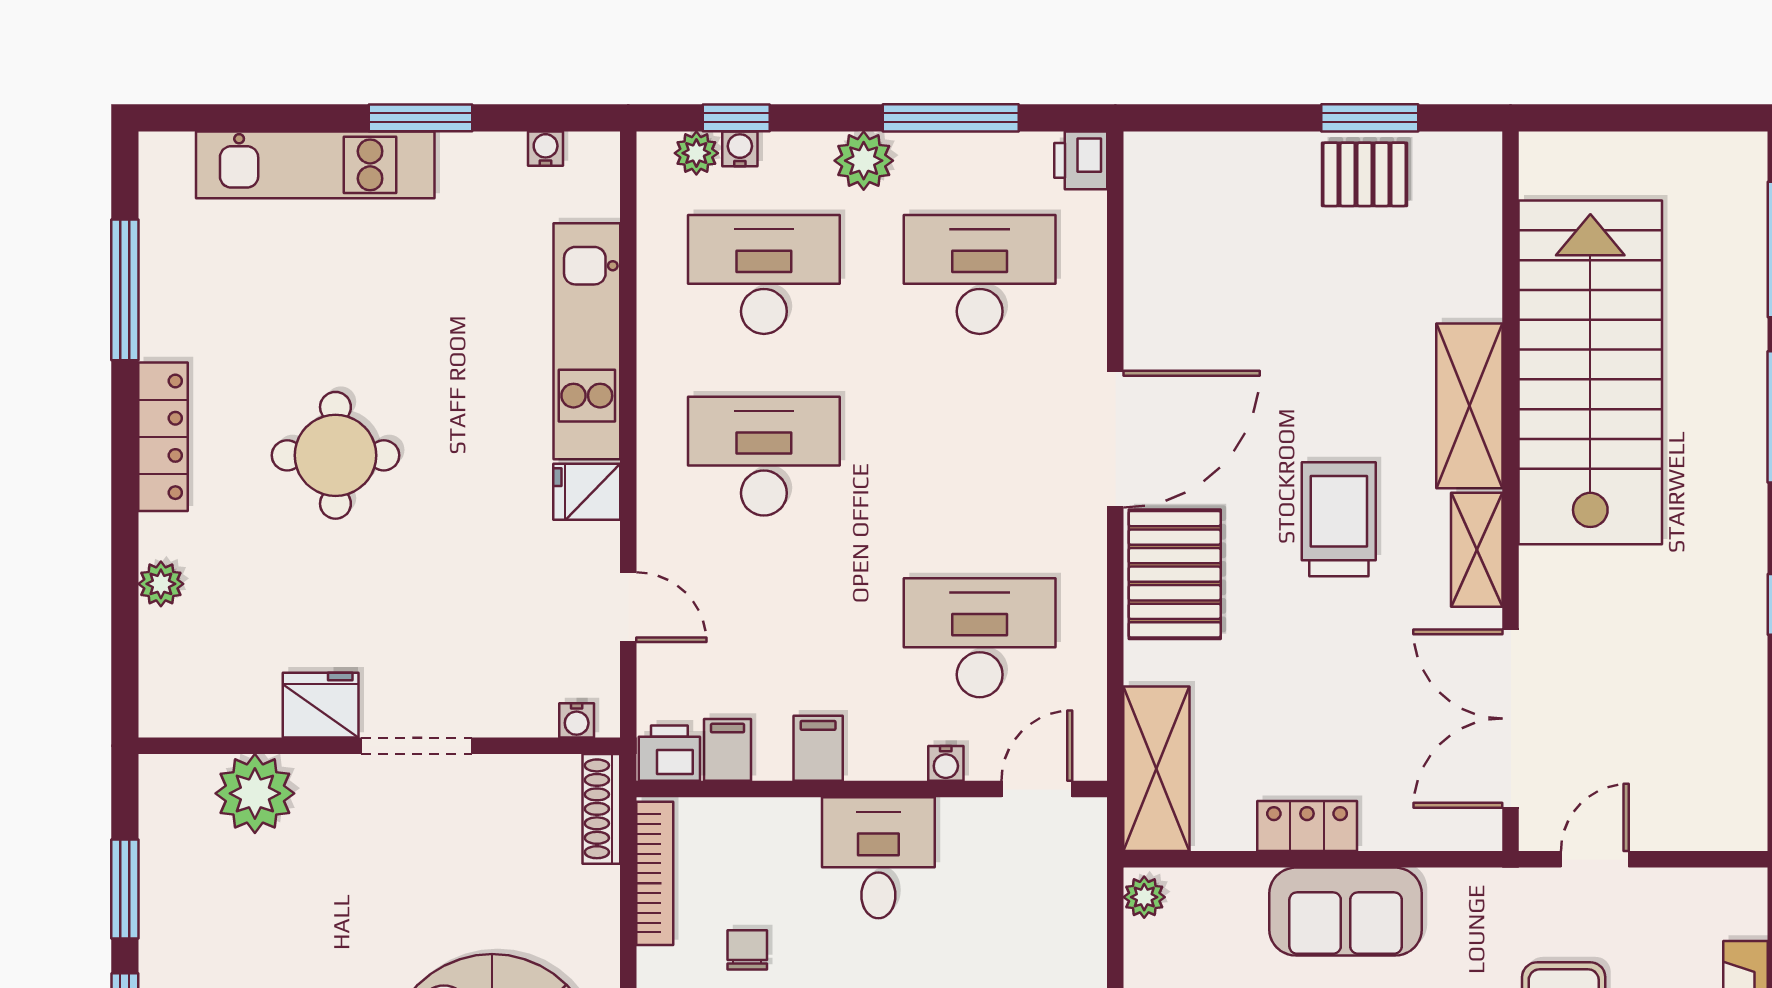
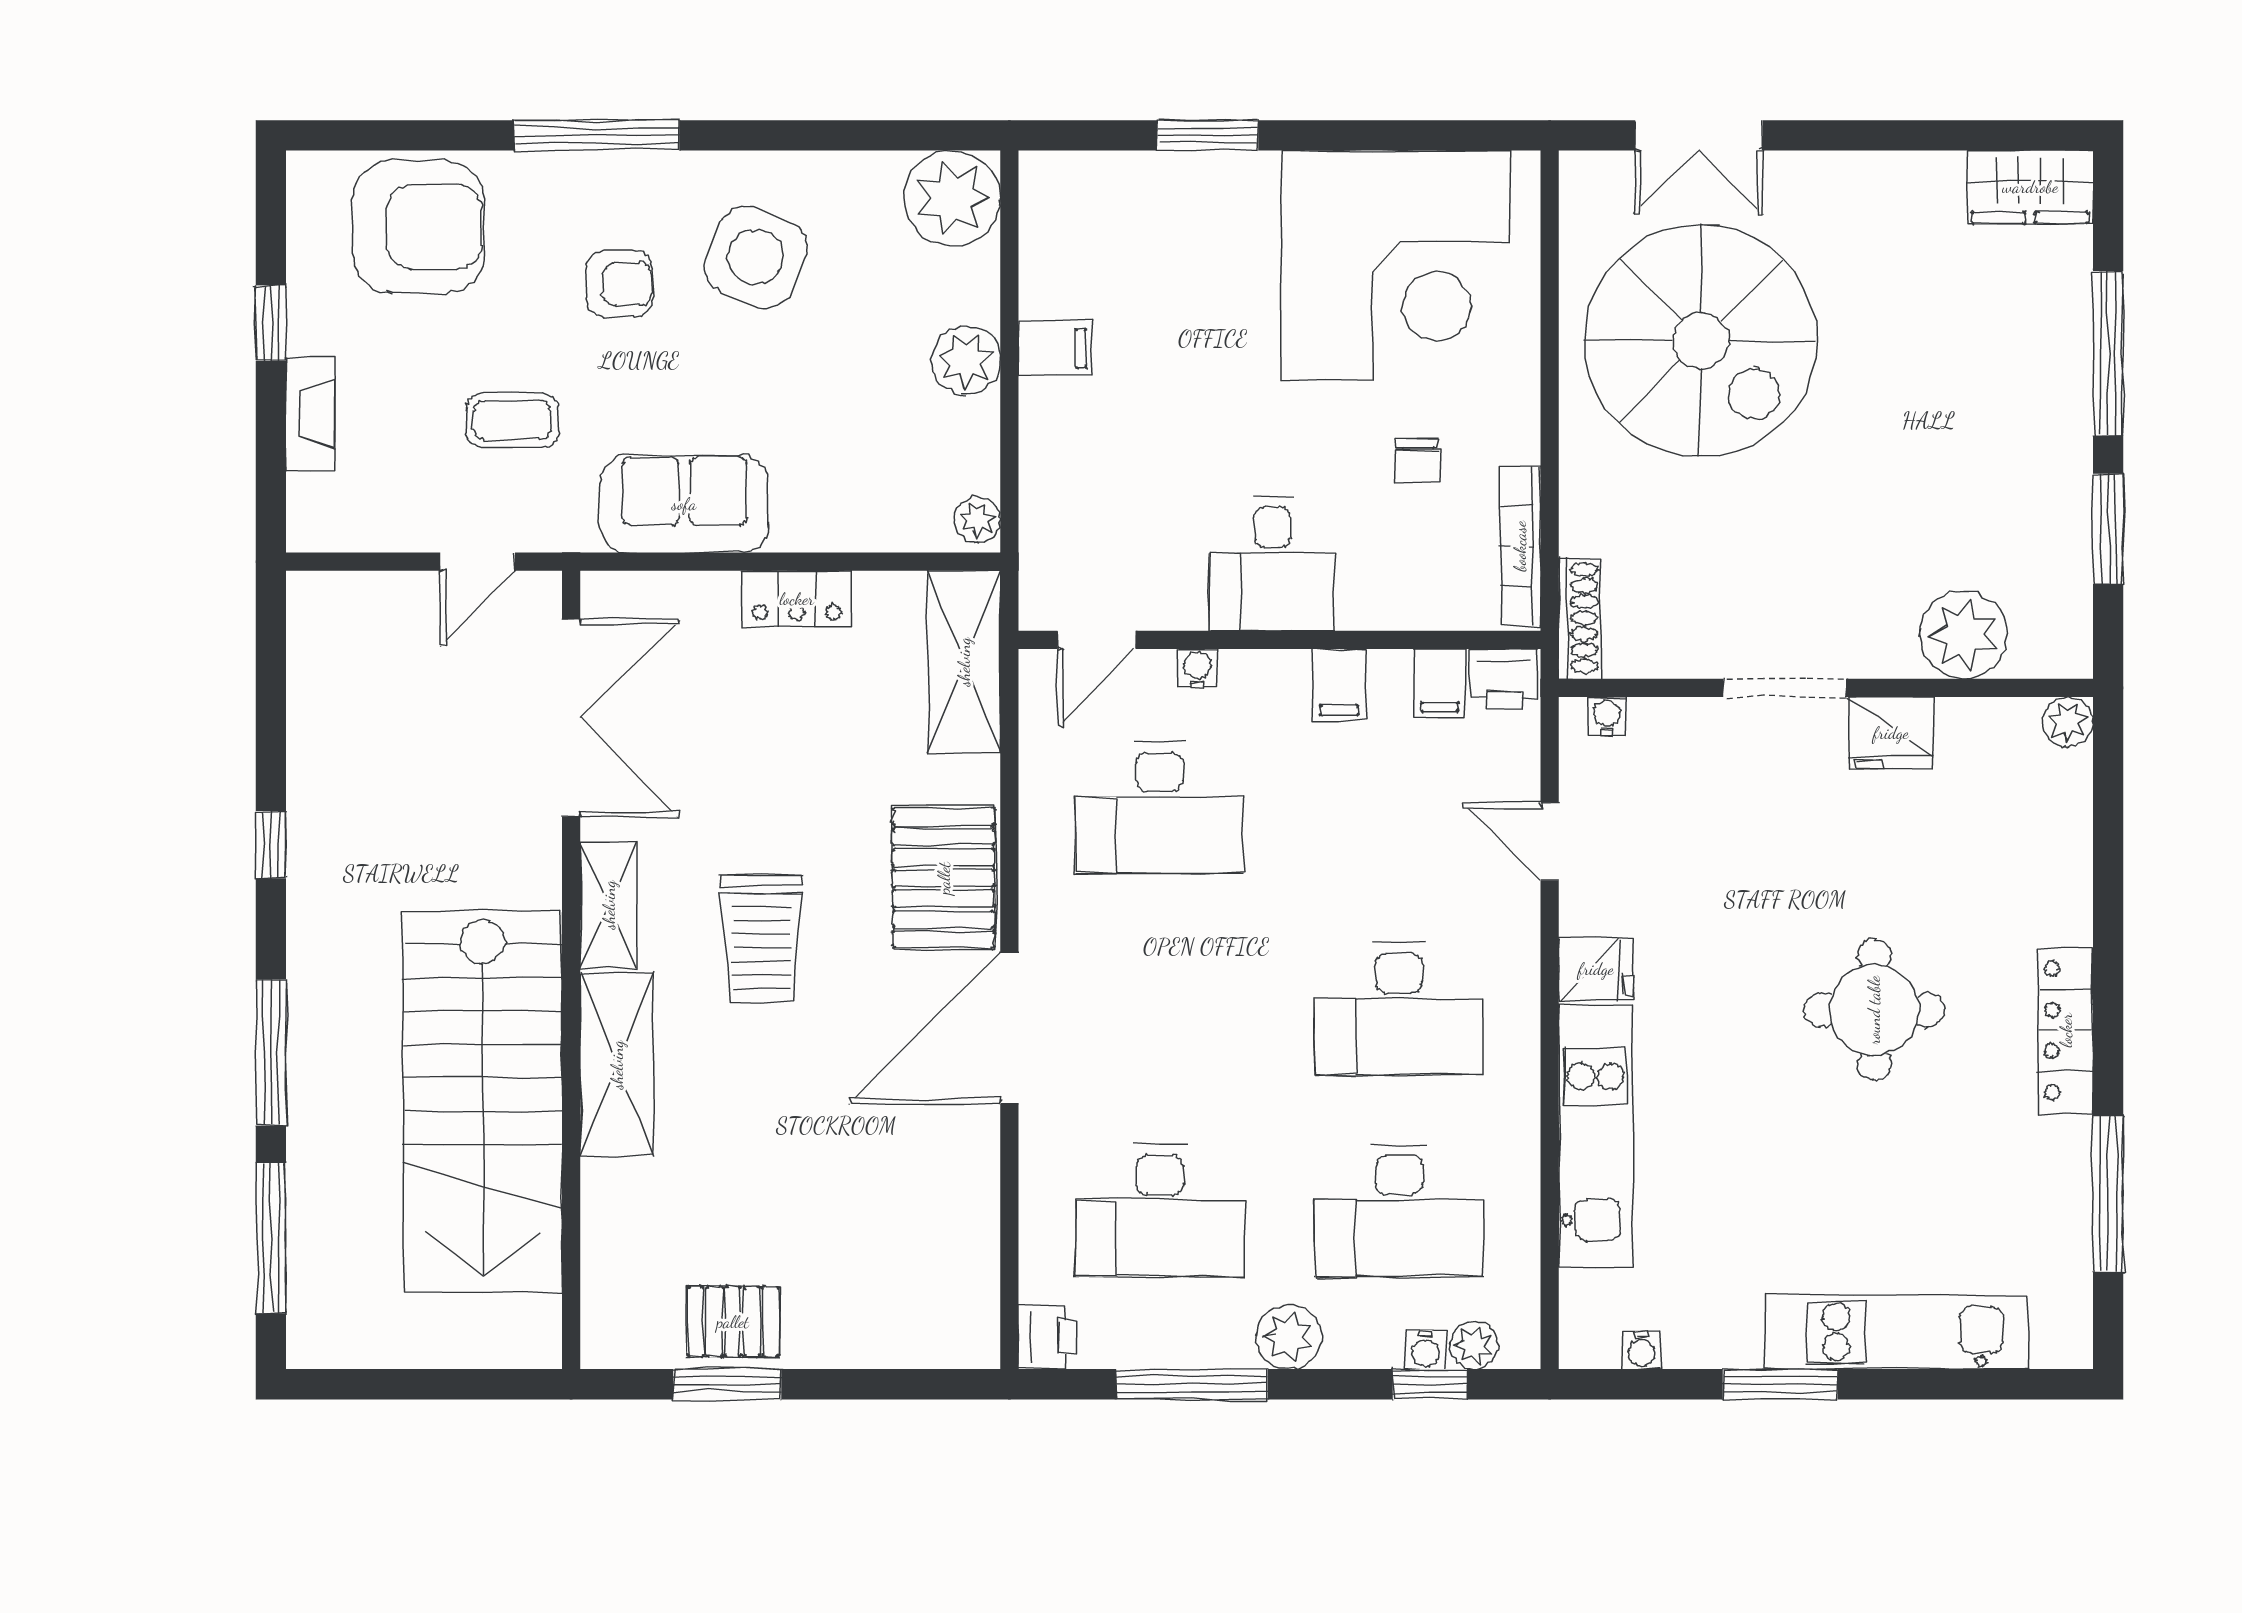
plant: (161, 584) -> (2068, 722), moved
sofa: (1346, 912) -> (684, 504), moved

